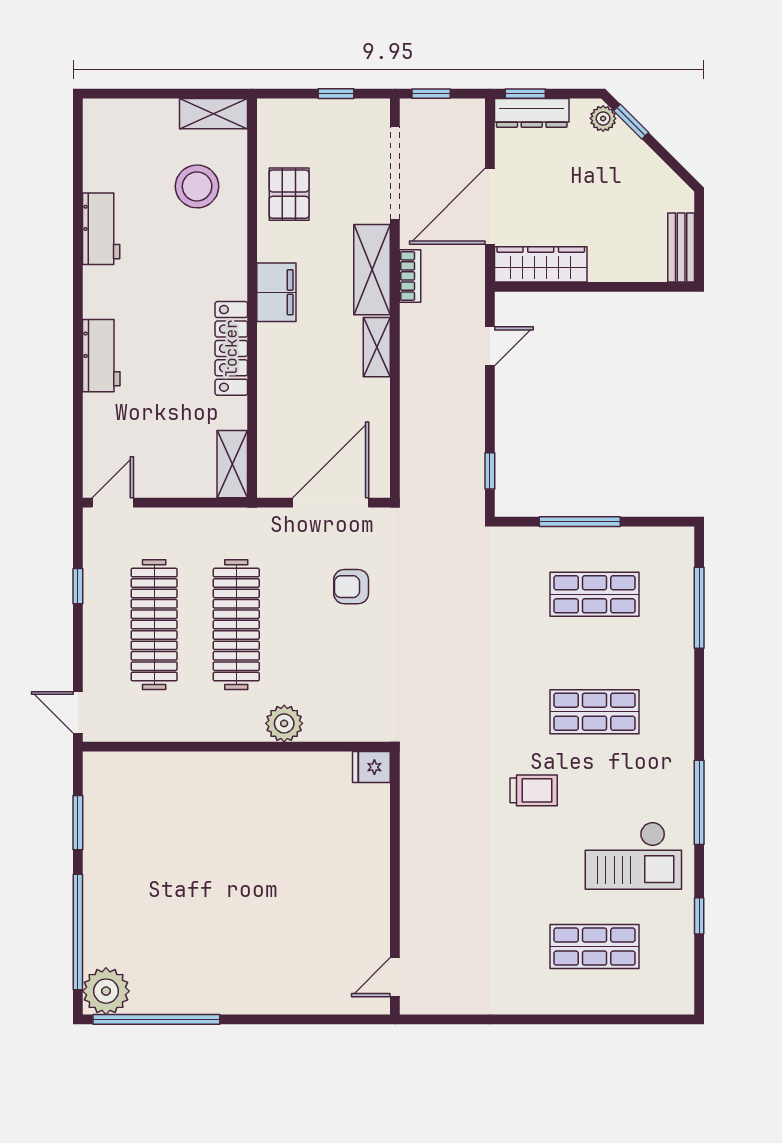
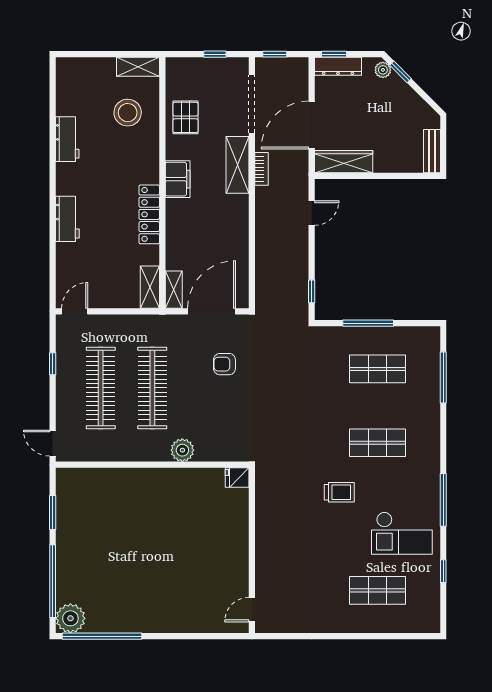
shelving: (377, 347) -> (174, 290), moved

